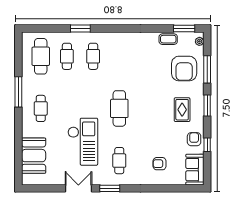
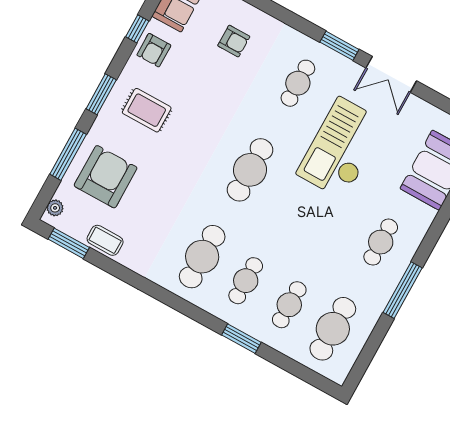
cafe table: (119, 56) -> (202, 257), added
rug: (182, 110) -> (147, 110), turned 90

